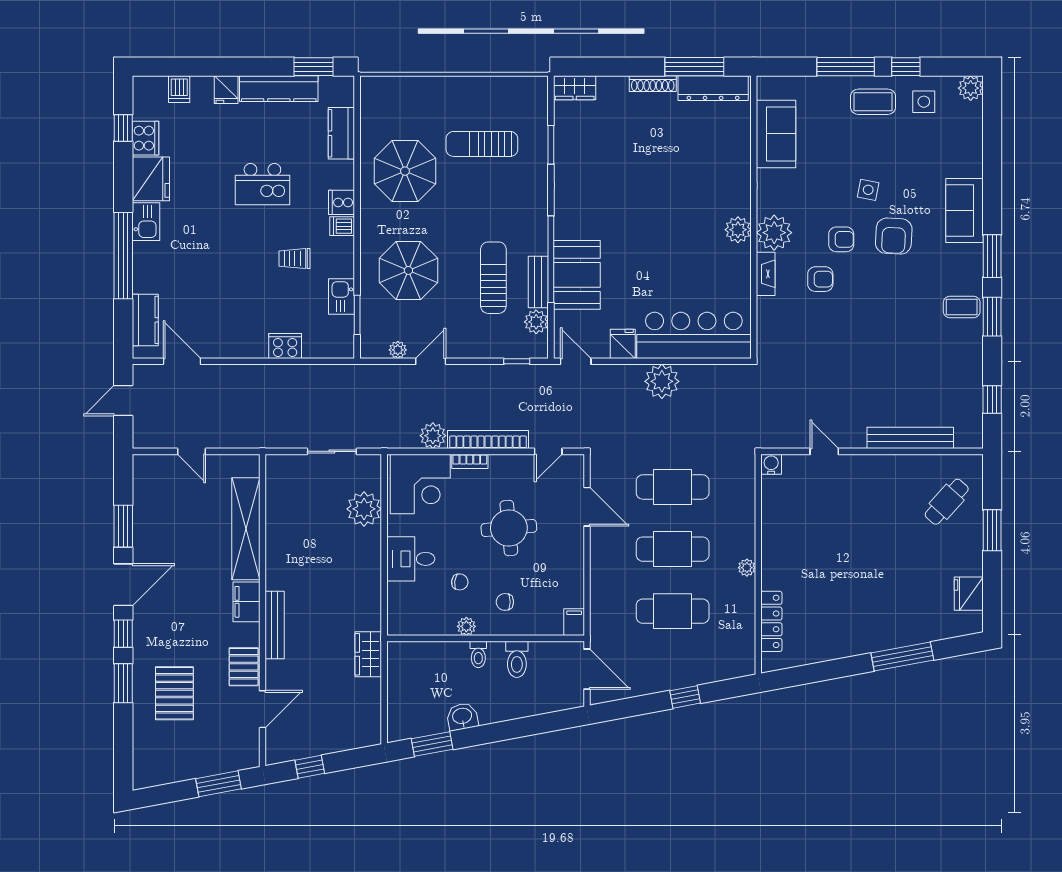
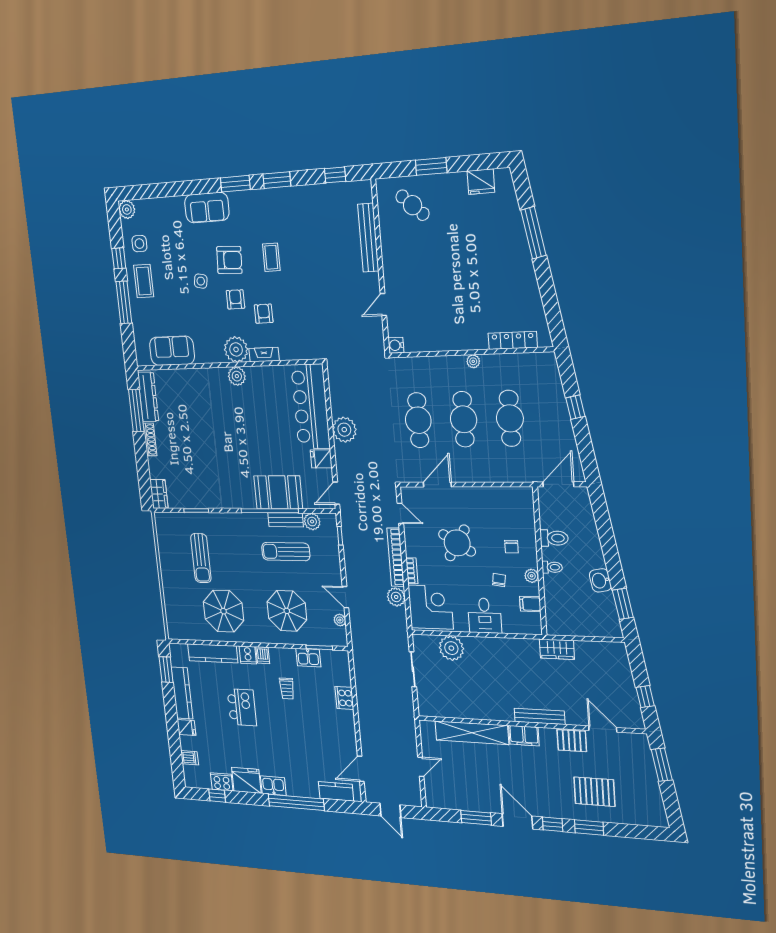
kitchen counter: (341, 133) -> (213, 653), width x1.50
coffee table: (962, 307) -> (271, 257), moved
round table: (509, 528) -> (457, 543), turned 37
filing cabinet: (574, 622) -> (530, 604), moved

